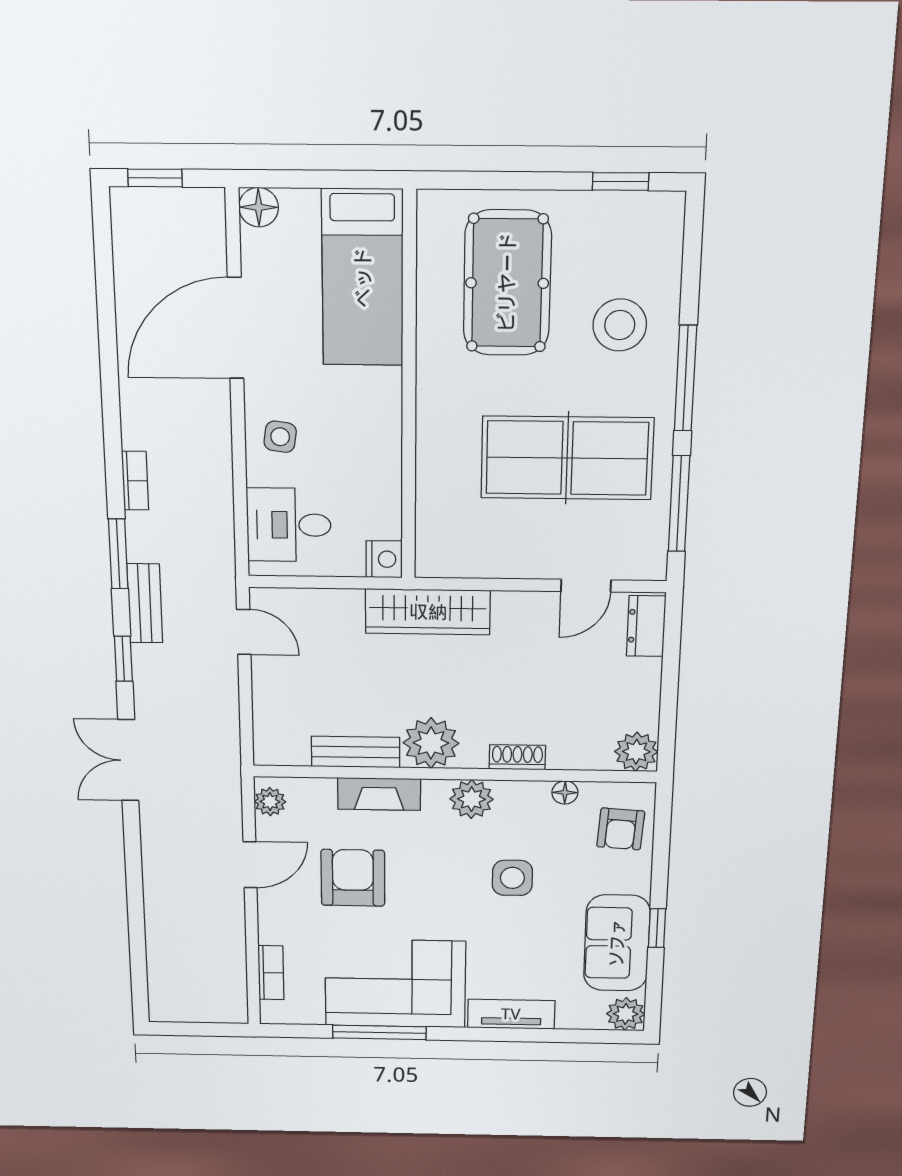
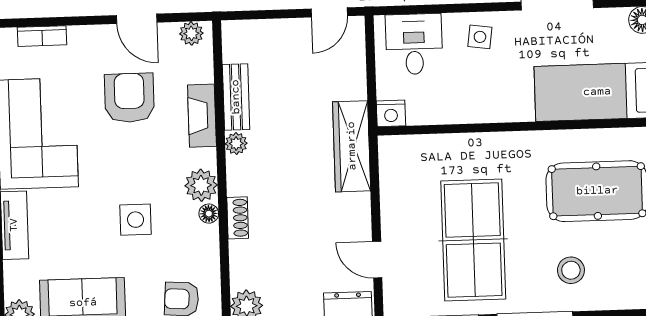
stool: (620, 325) -> (571, 270), width x0.73, depth x0.73
plant: (431, 743) -> (236, 143), width x0.53, depth x0.53
floor lamp: (565, 792) -> (209, 214), moved
armchair: (353, 878) -> (129, 98), turned -90

